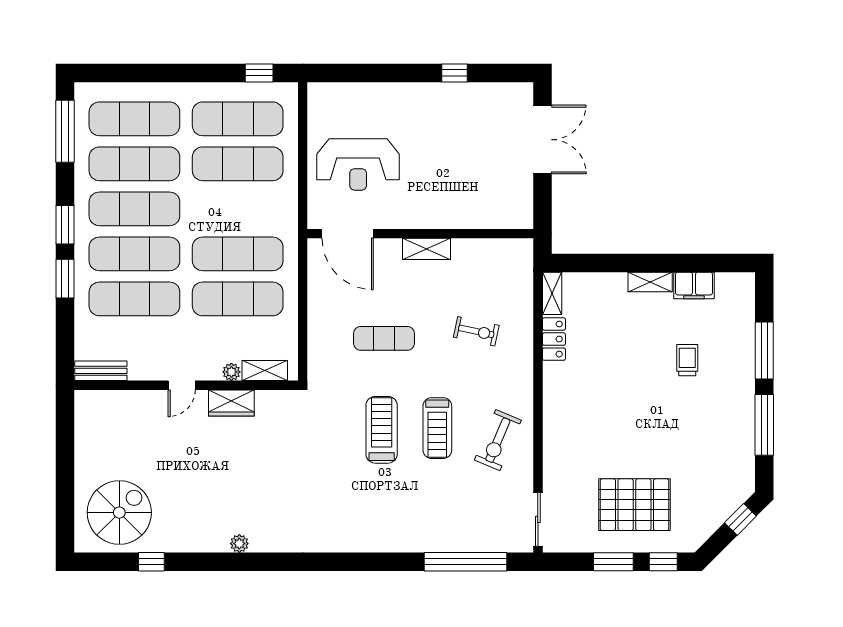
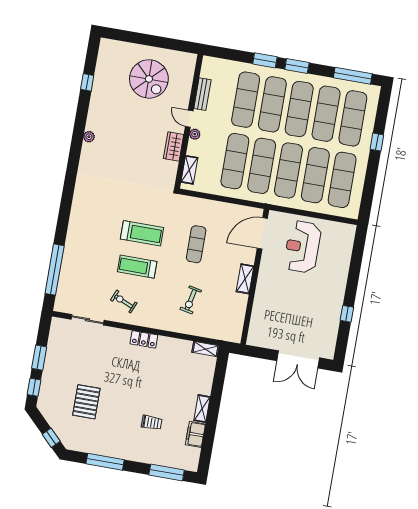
window: (259, 73) -> (377, 142), moved
exercise mat: (238, 209) -> (288, 170), added
locker: (554, 339) -> (144, 339), moved
window: (764, 351) -> (167, 472), moved
bench: (101, 371) -> (202, 94), moved
plant: (231, 372) -> (195, 134), moved
exercise bike: (498, 440) -> (124, 301), width x0.73, depth x0.72
pallet: (635, 505) -> (86, 402), moved, width x0.73, depth x0.71
spiral stairs: (119, 513) -> (149, 79), moved
sliding door: (538, 519) -> (87, 320), moved

